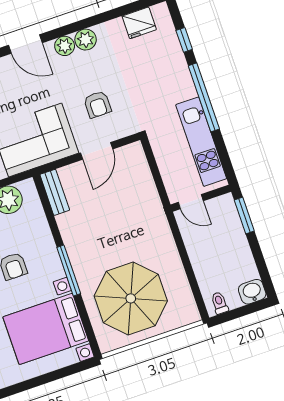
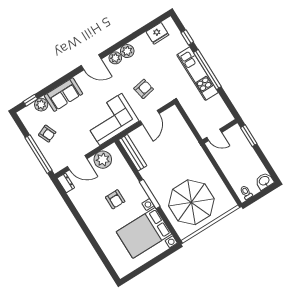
armchair: (97, 104) -> (144, 89), turned -101
kitchen unit: (201, 142) -> (198, 74), moved
bench: (55, 192) -> (133, 153), width x1.36

